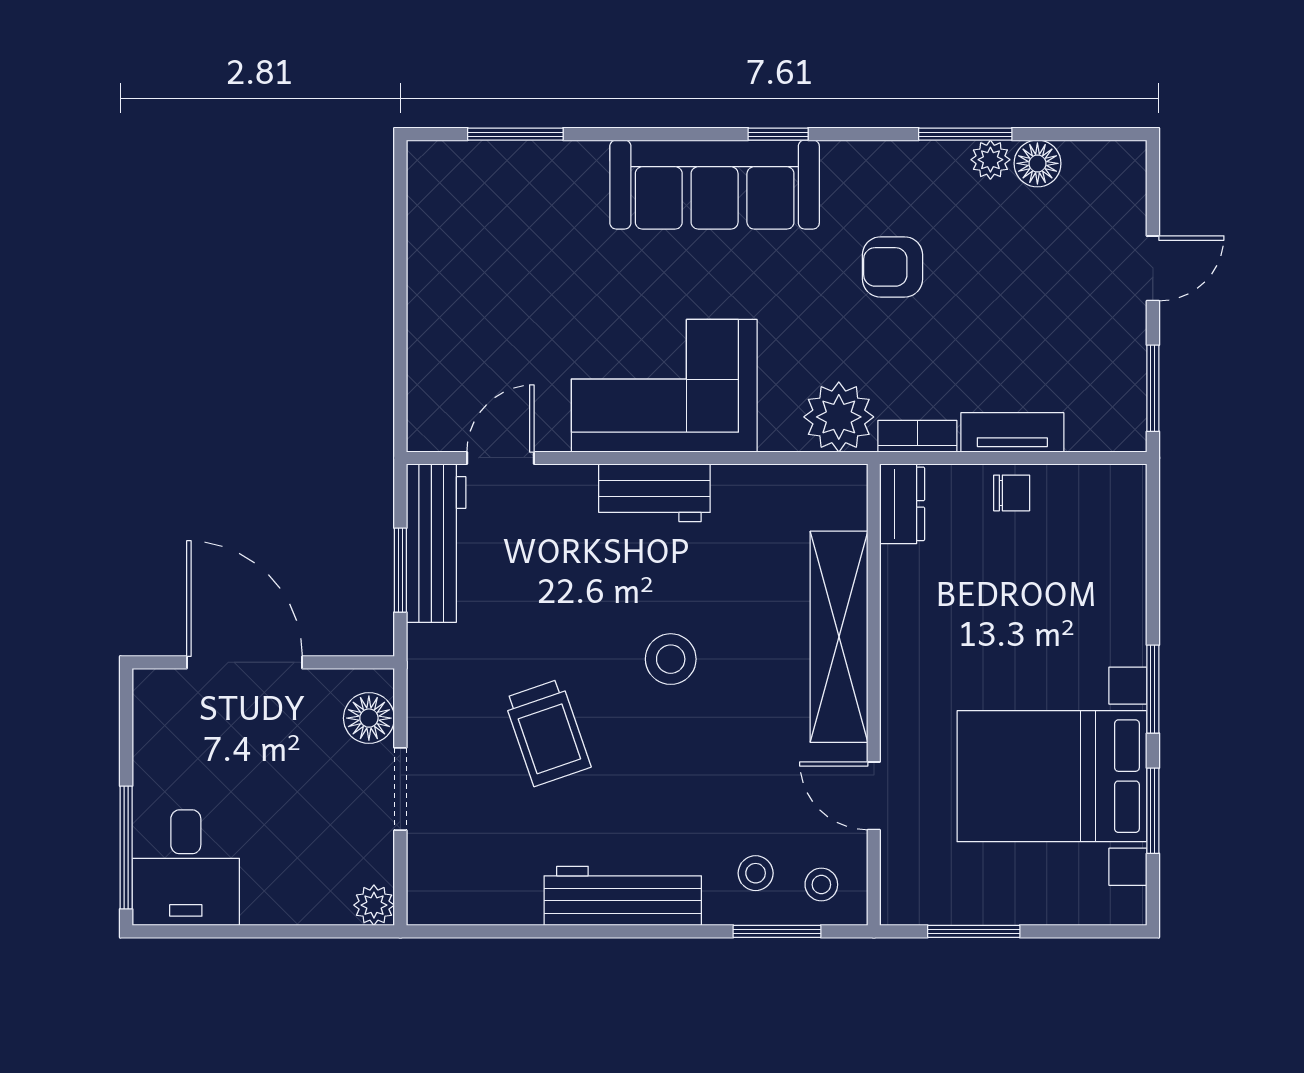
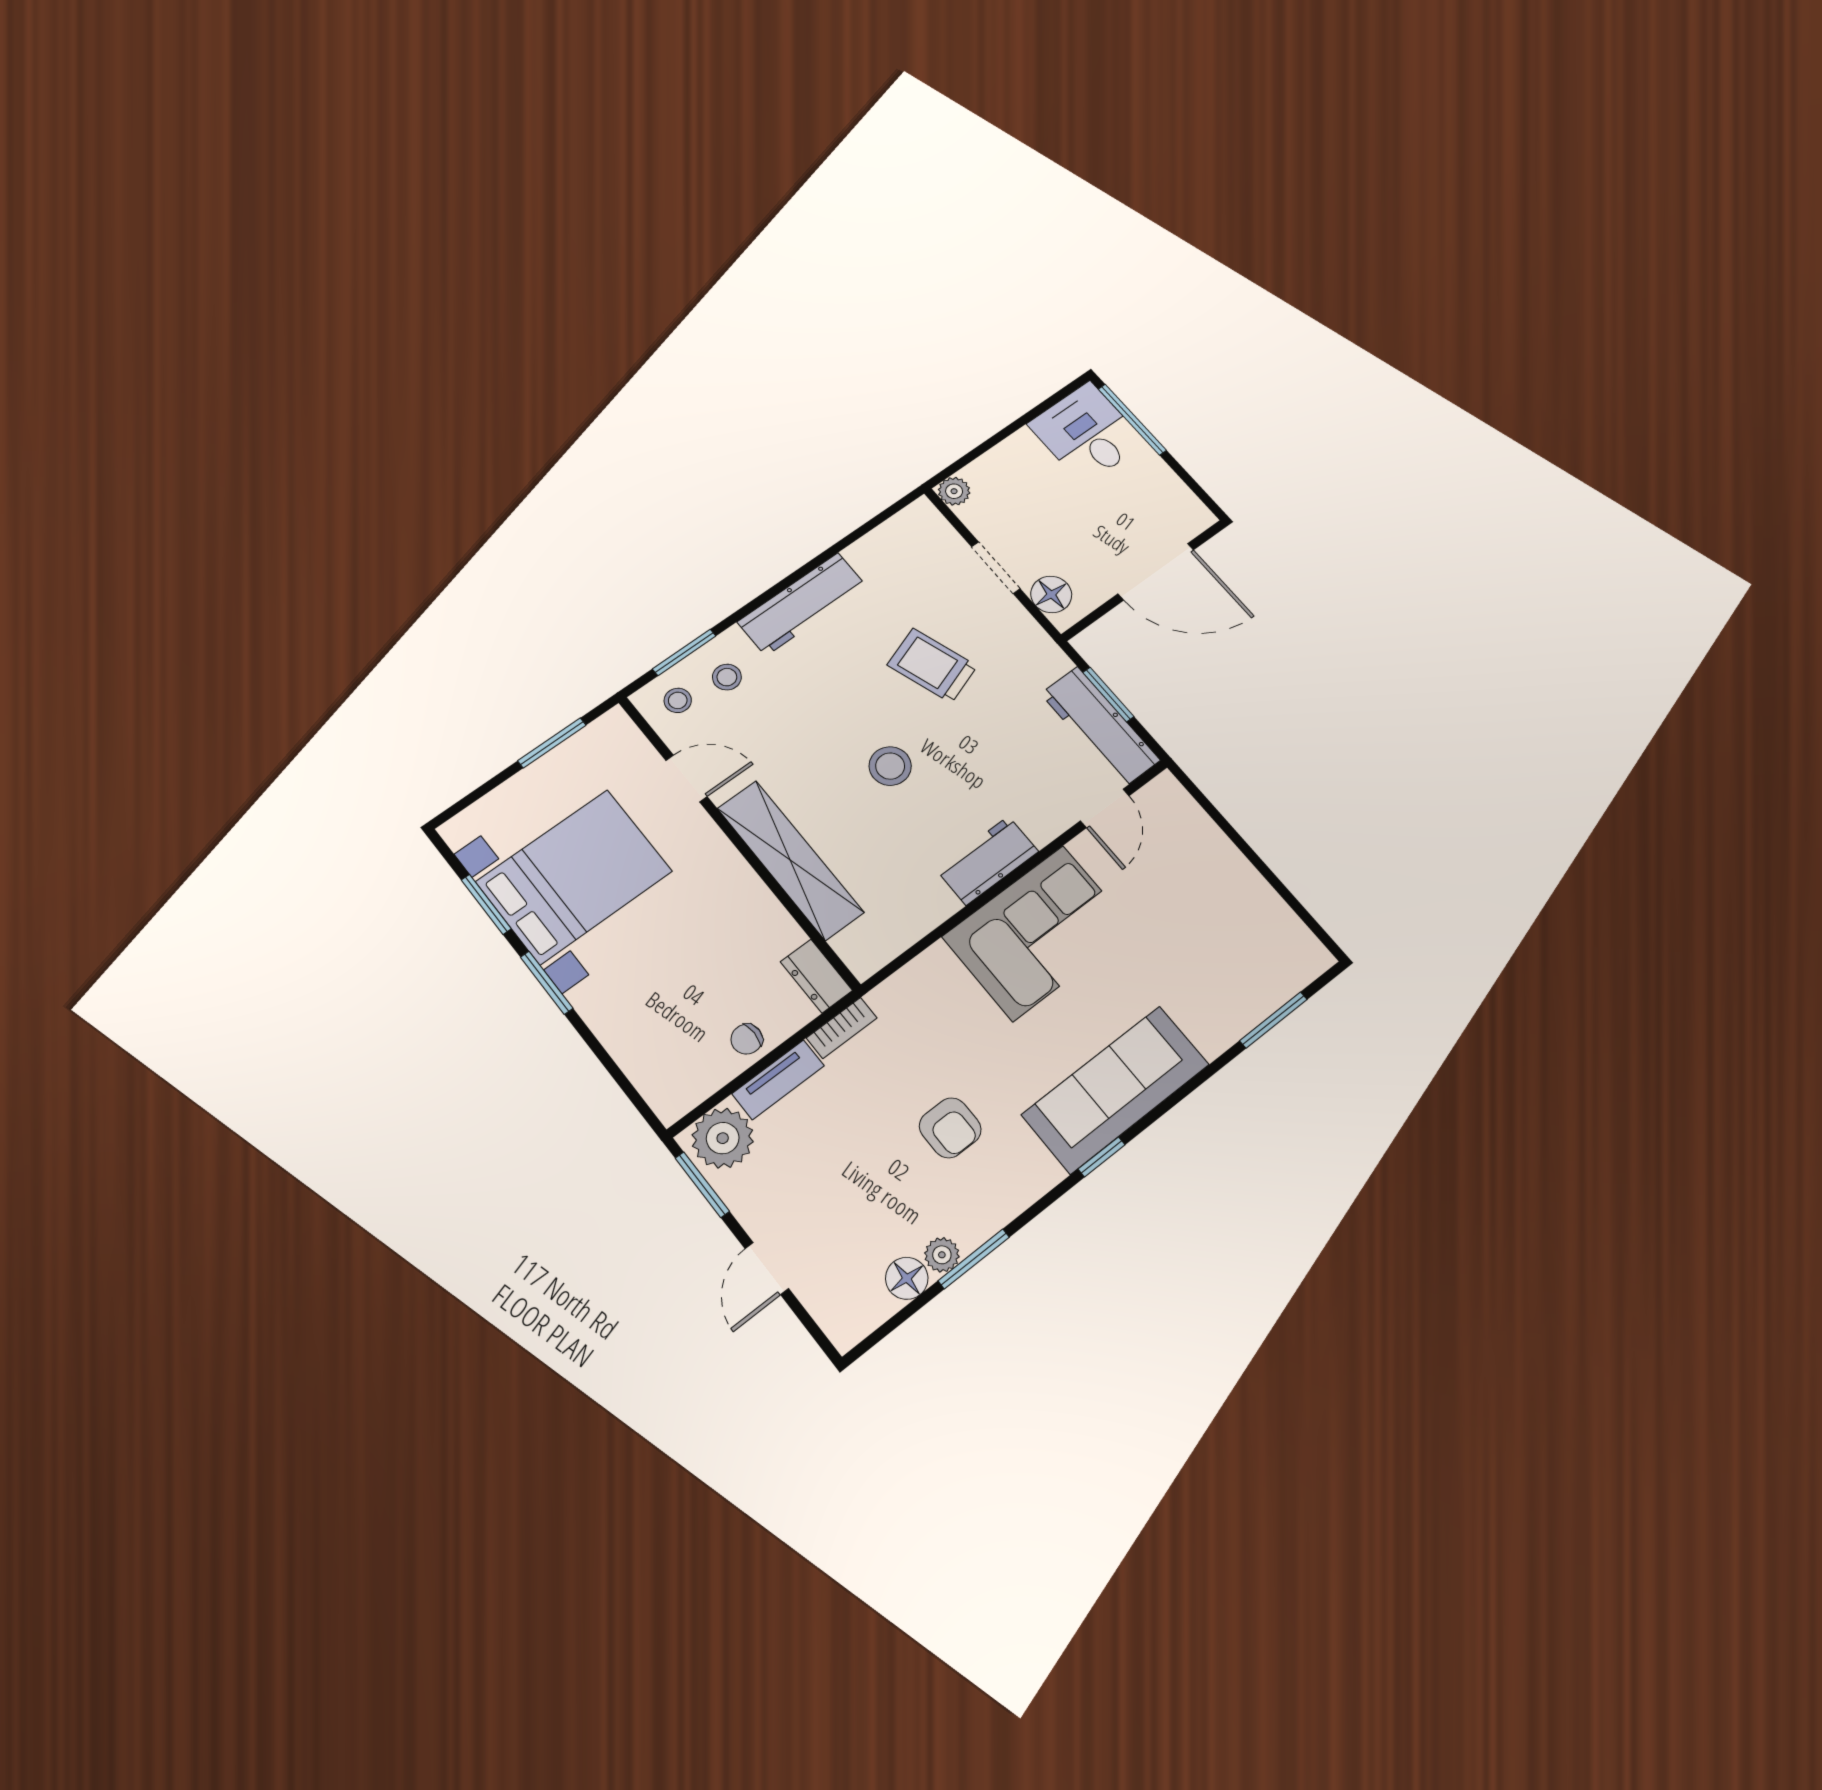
armchair: (893, 267) -> (950, 1128), turned 90
plant: (839, 417) -> (723, 1138), moved

